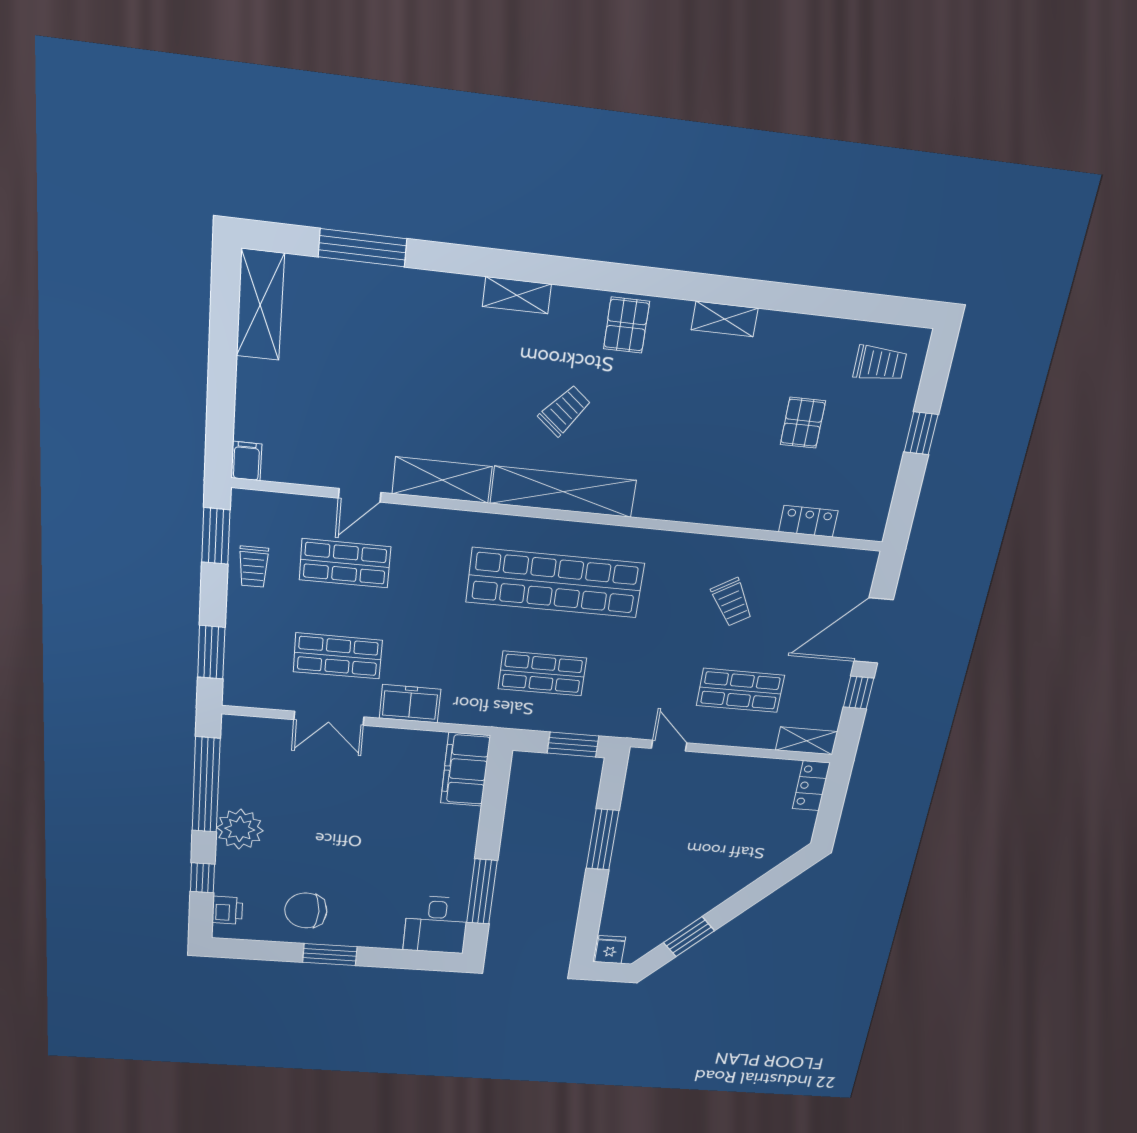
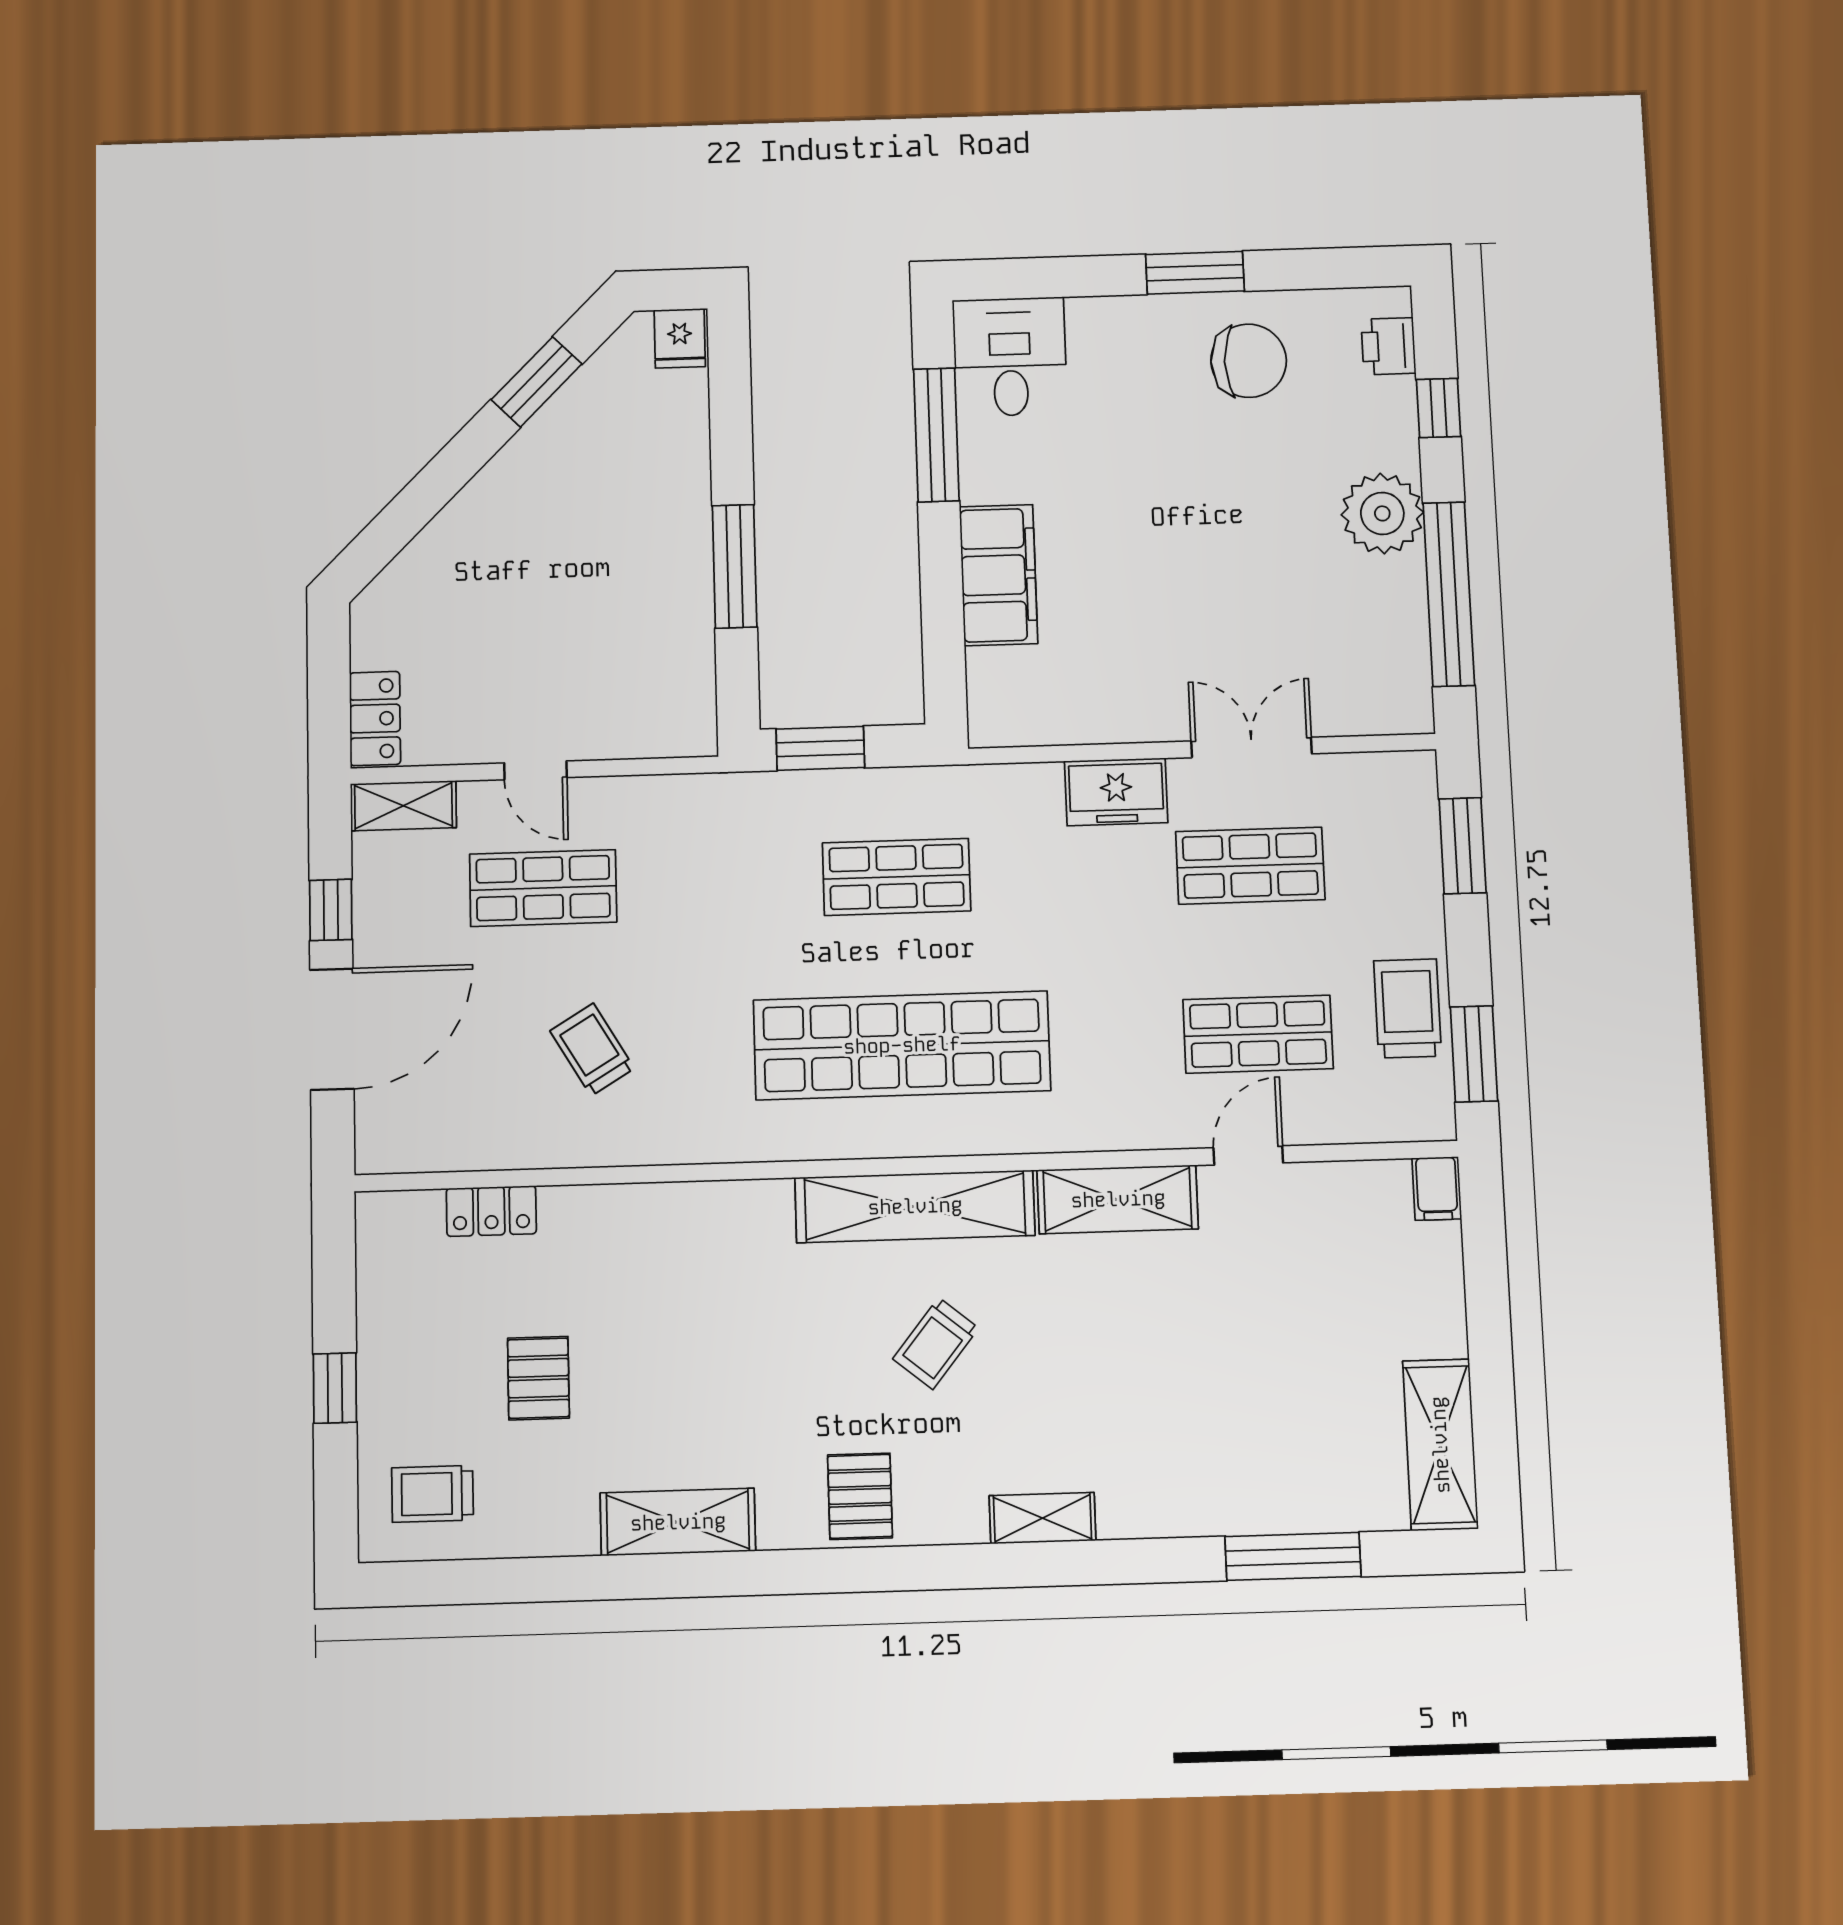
shelving: (725, 319) -> (678, 1522), width x1.50, depth x1.33
trolley: (253, 567) -> (1408, 1008), width x1.36, depth x1.39
door: (669, 746) -> (535, 770), moved
filing cabinet: (465, 769) -> (999, 575), moved

